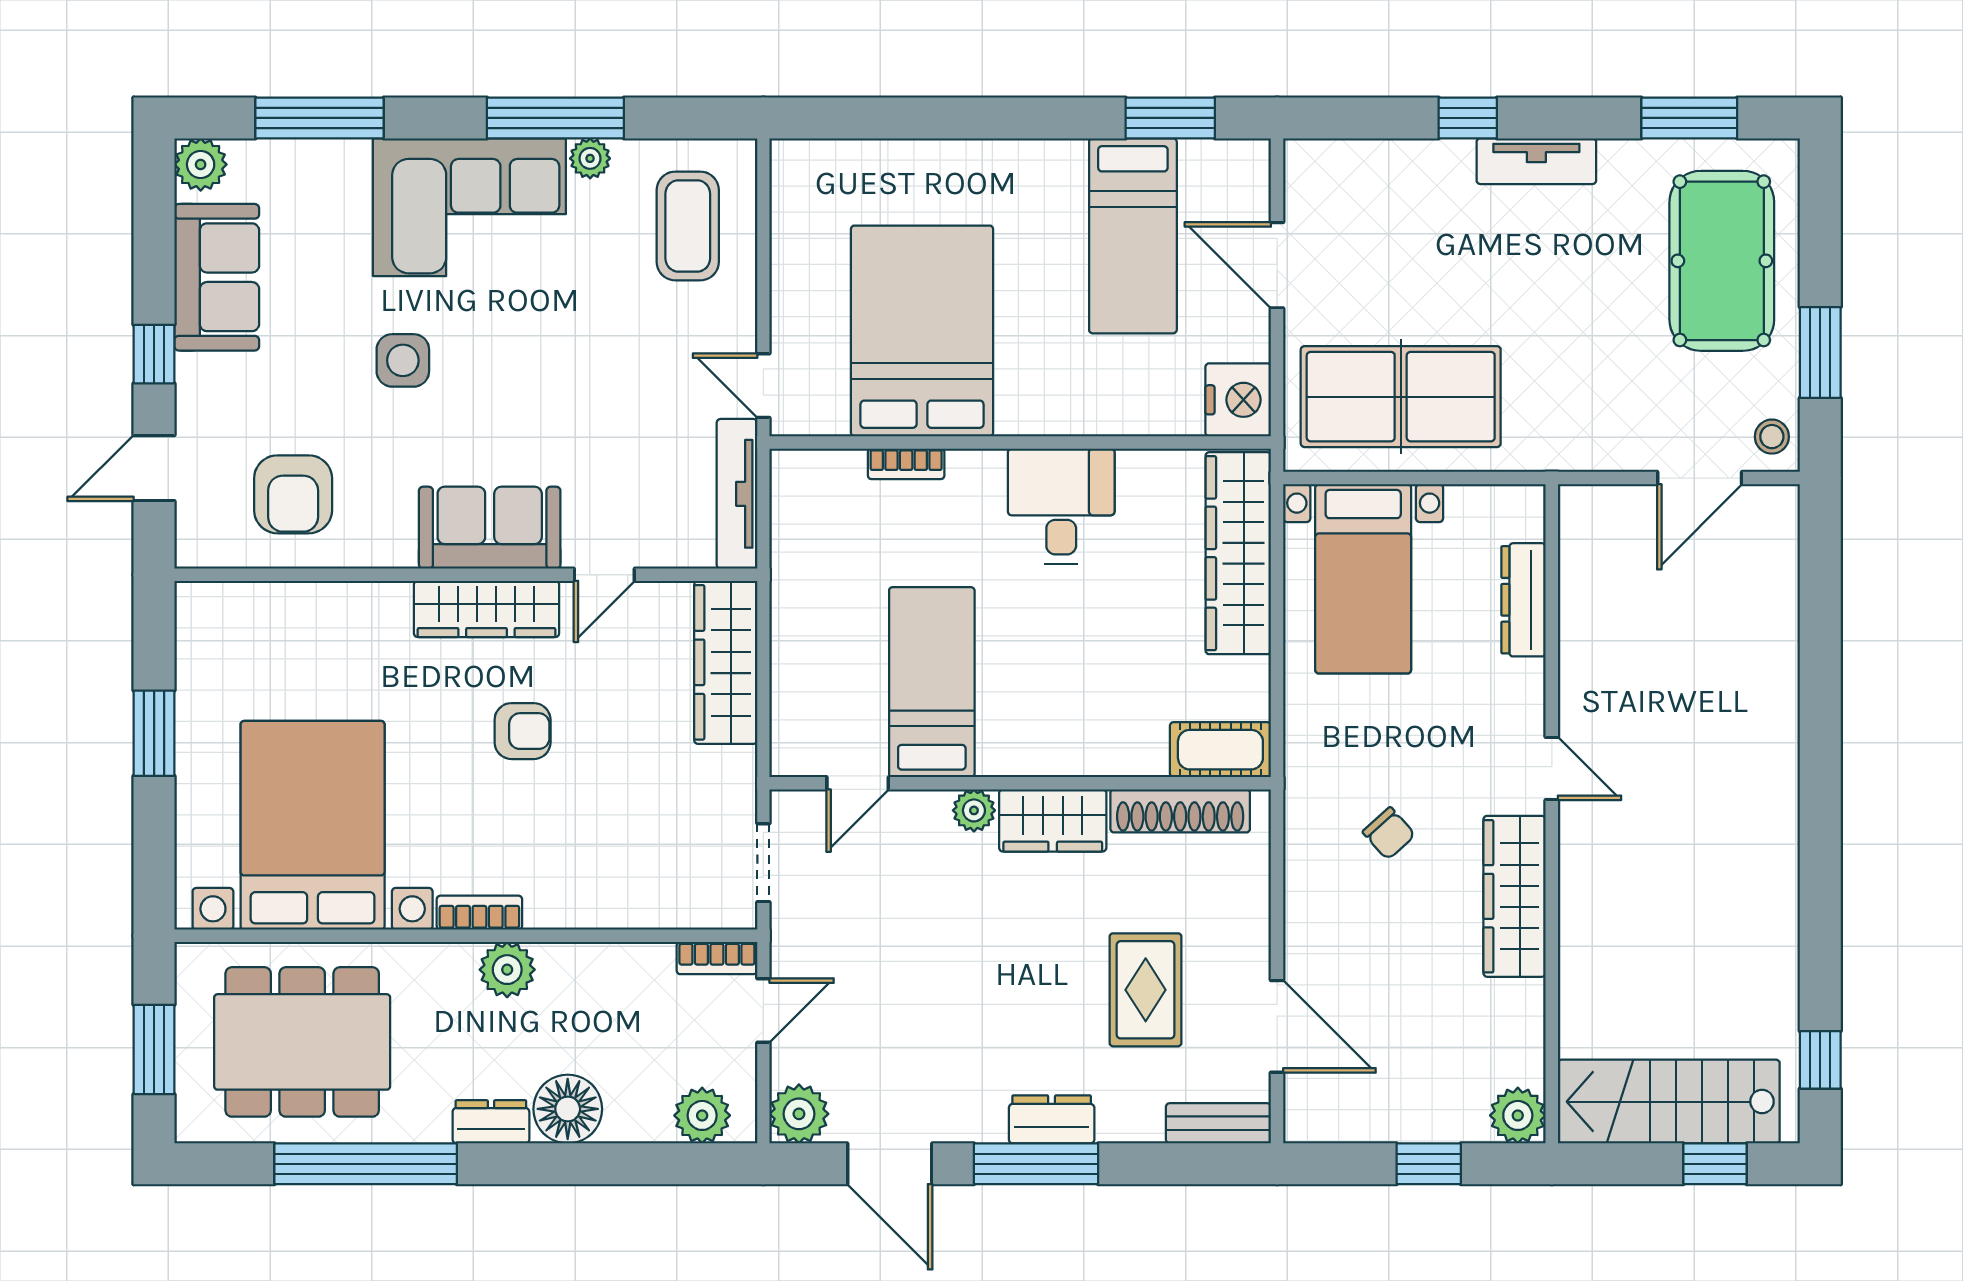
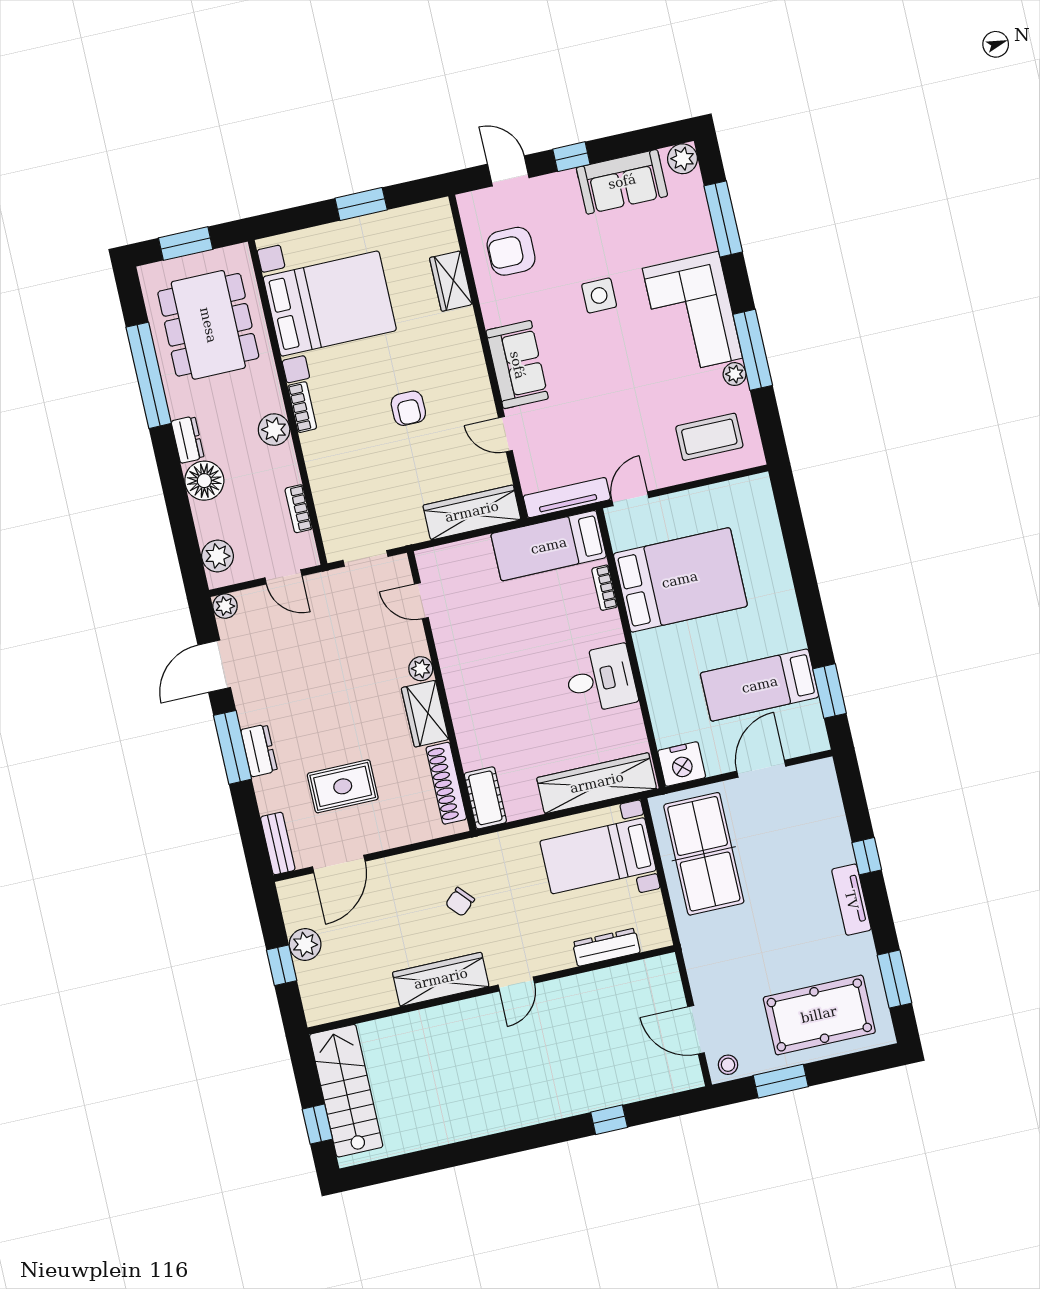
wardrobe: (487, 609) -> (451, 281), moved, width x0.67
bed: (932, 682) -> (549, 546), moved, turned 180
bookcase: (717, 958) -> (299, 509), moved
window: (1820, 1060) -> (609, 1120), moved
plant: (799, 1114) -> (225, 606), width x0.73, depth x0.73
plant: (1518, 1115) -> (305, 945), moved

